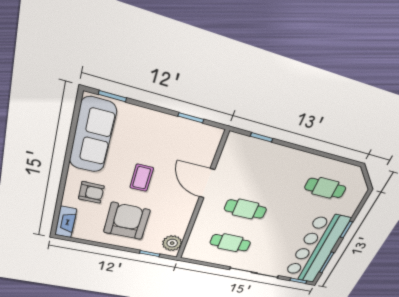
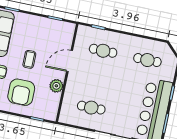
door: (207, 183) -> (70, 61), hinge flipped
cafe table: (245, 209) -> (103, 51), moved
armchair: (127, 221) -> (21, 92), turned 180
plant: (172, 243) -> (56, 86), moved

